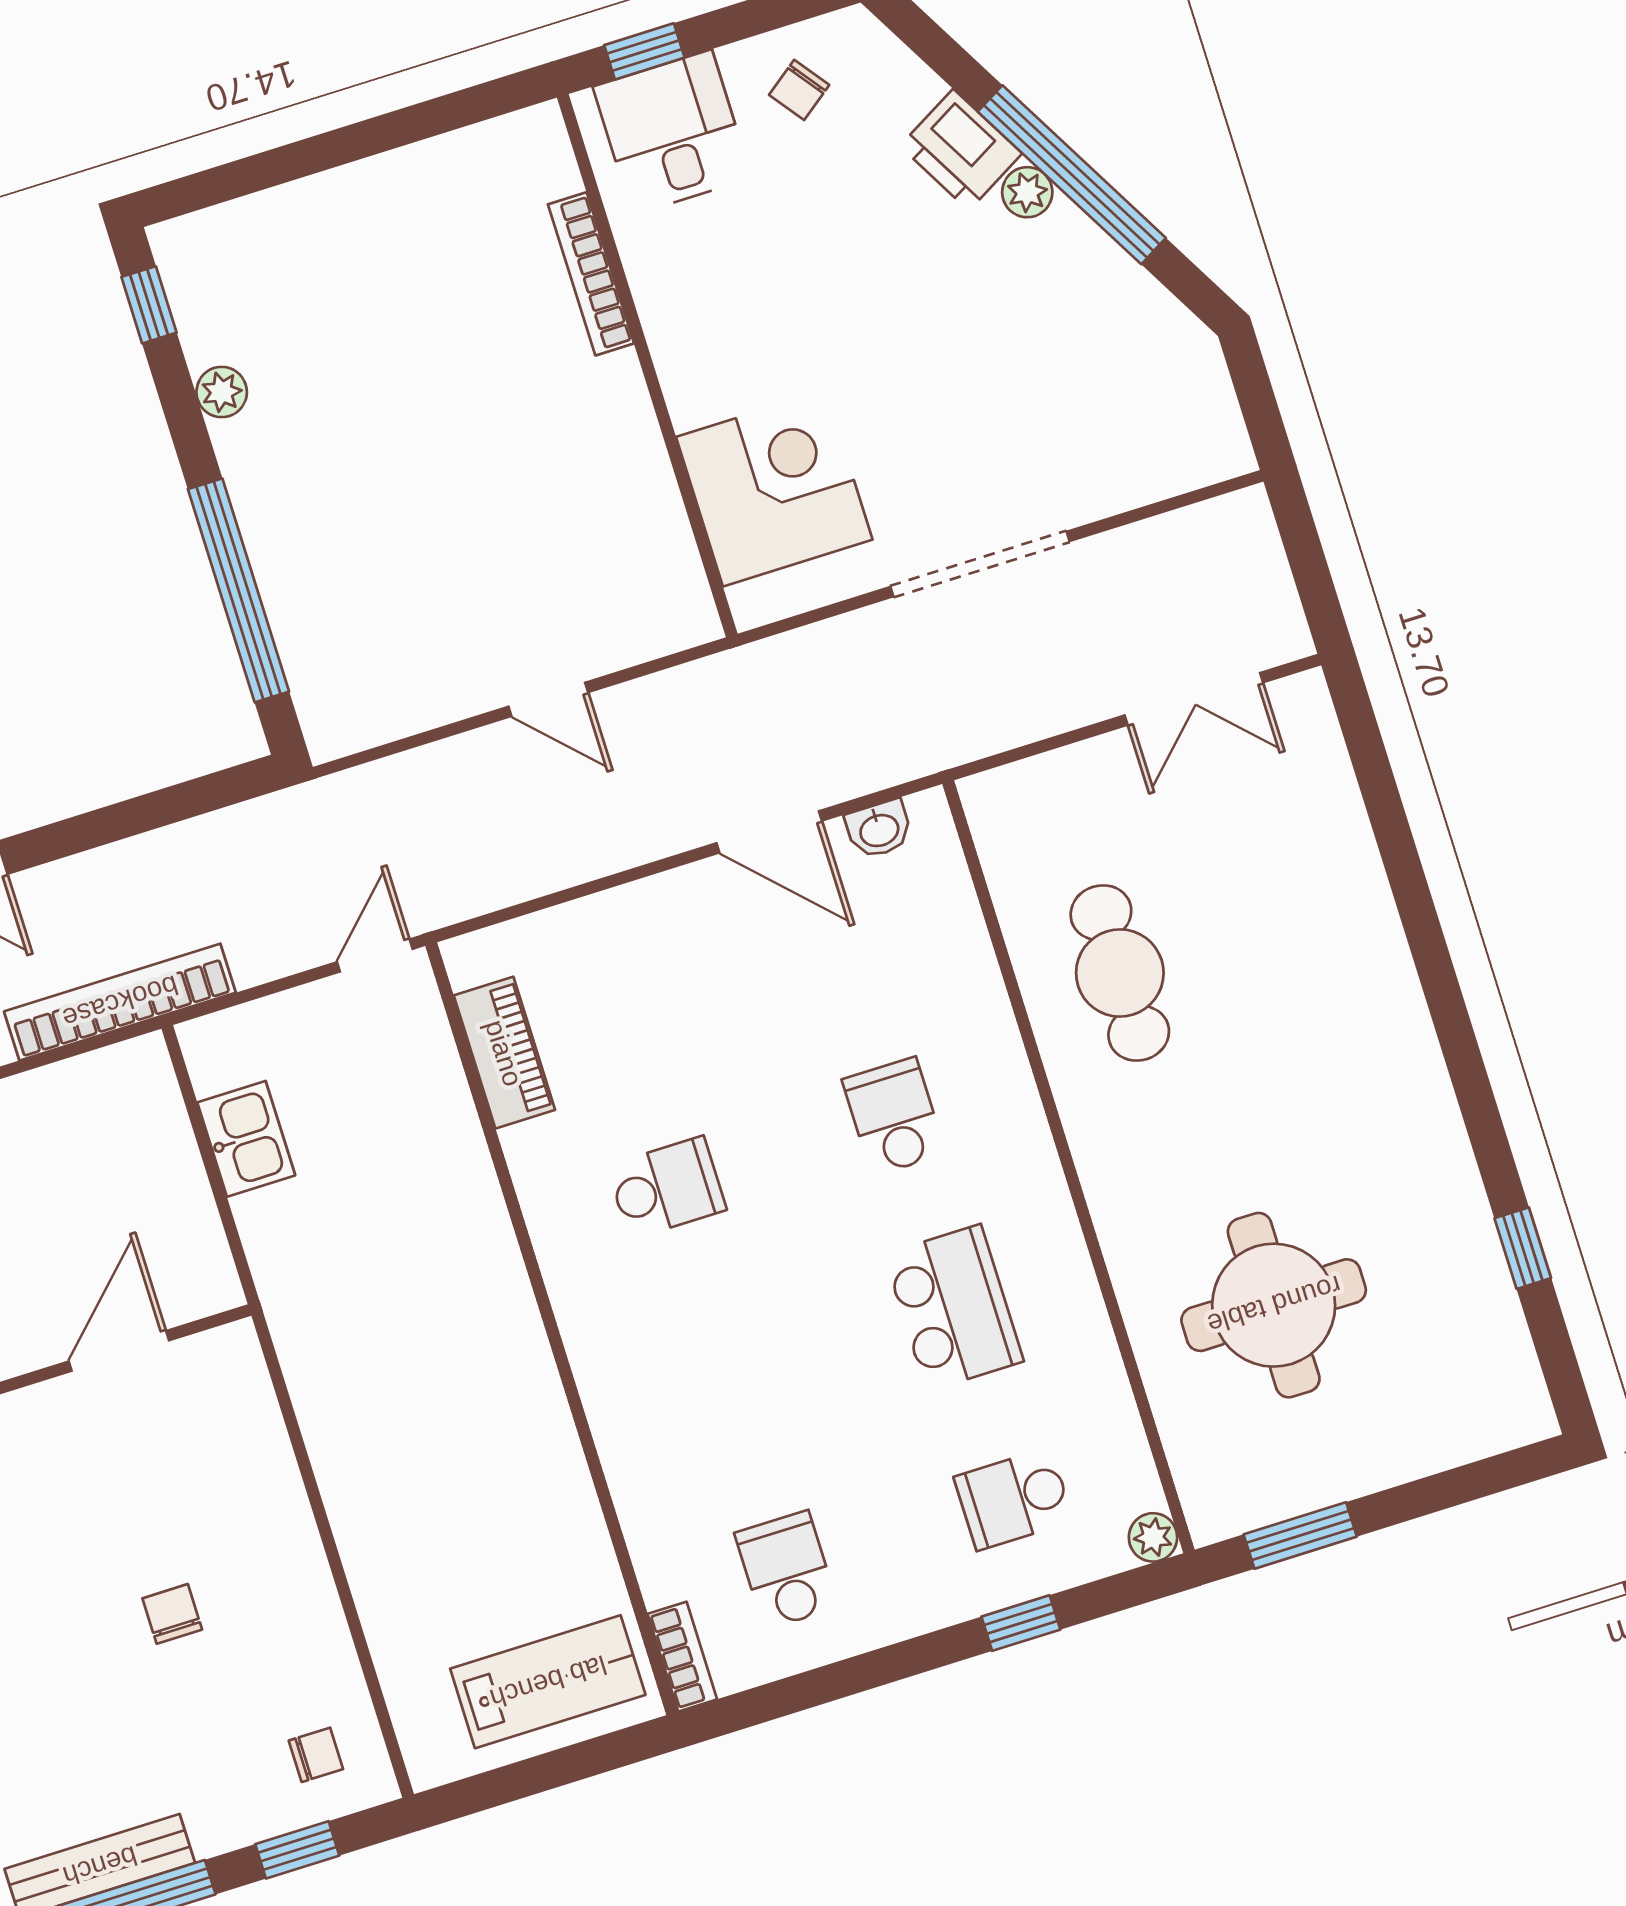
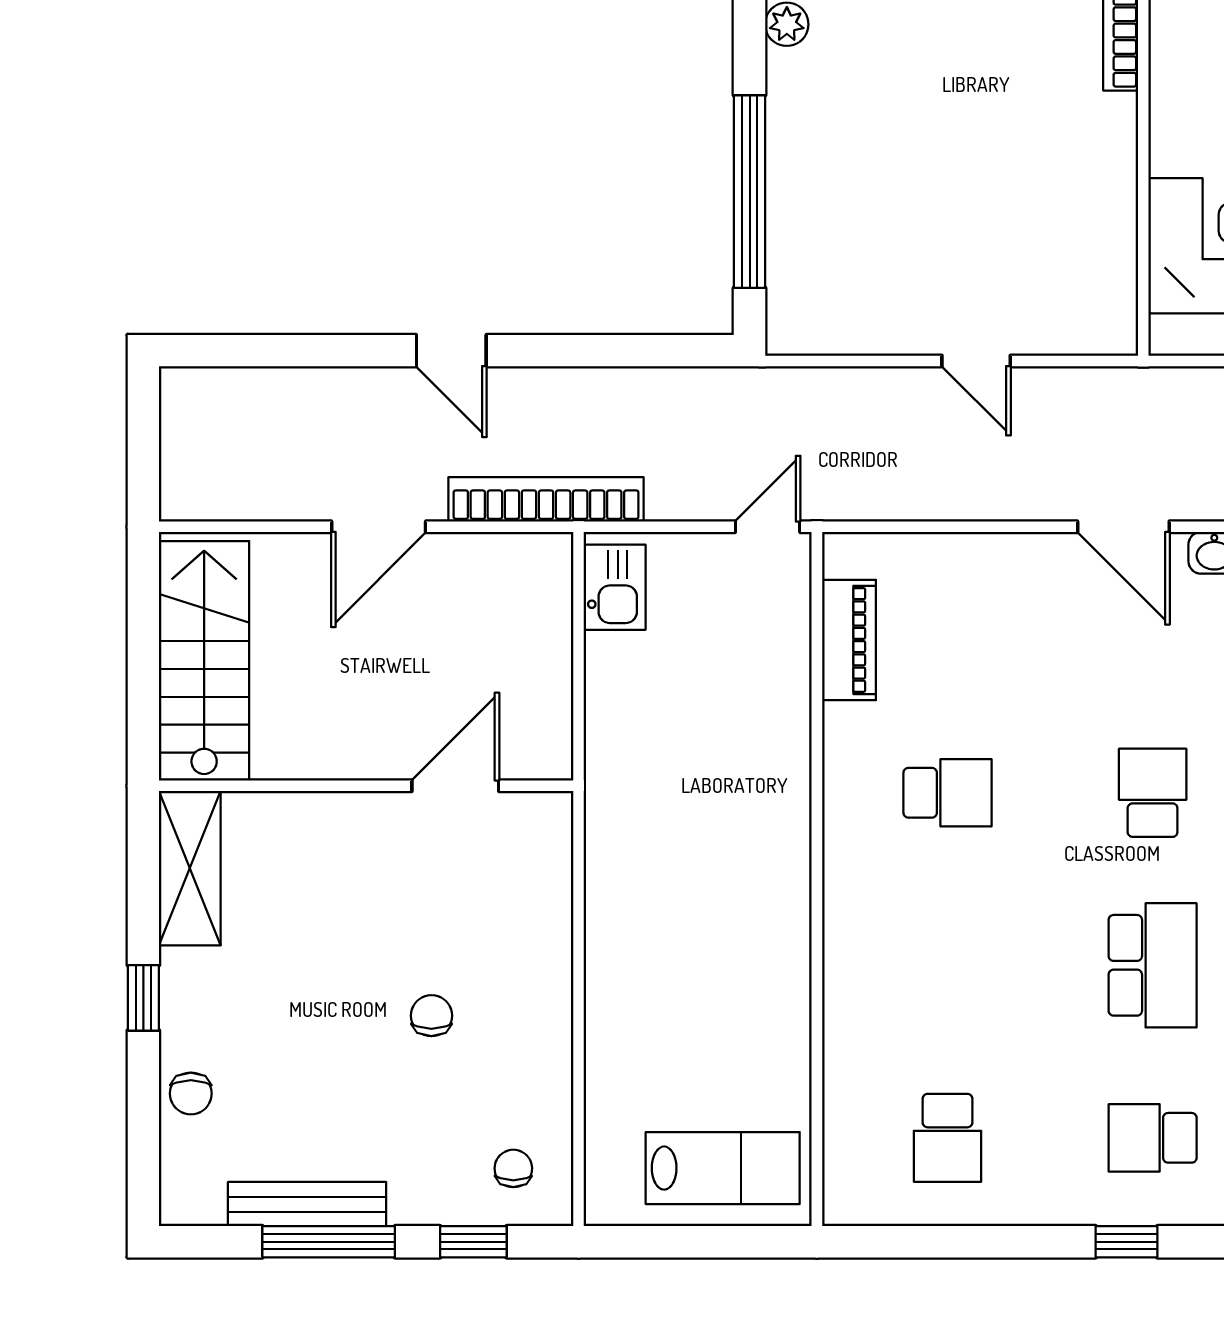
kitchen sink: (246, 1139) -> (615, 587), moved
school desk: (786, 1570) -> (947, 1138), turned 180
bookcase: (682, 1657) -> (840, 1182), removed
chair: (316, 1755) -> (513, 1168), turned -90

